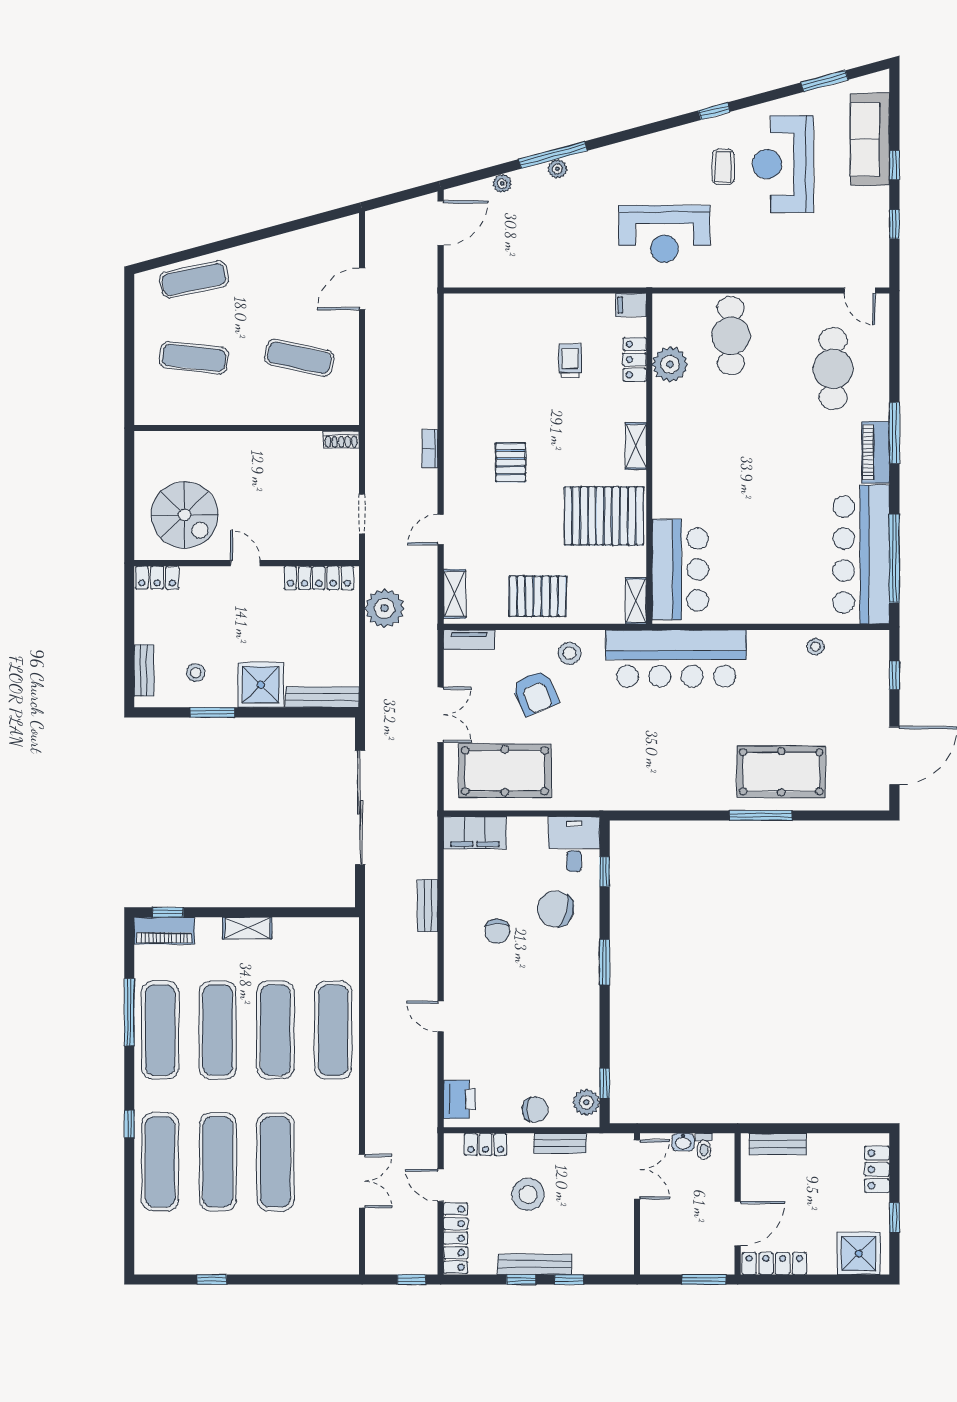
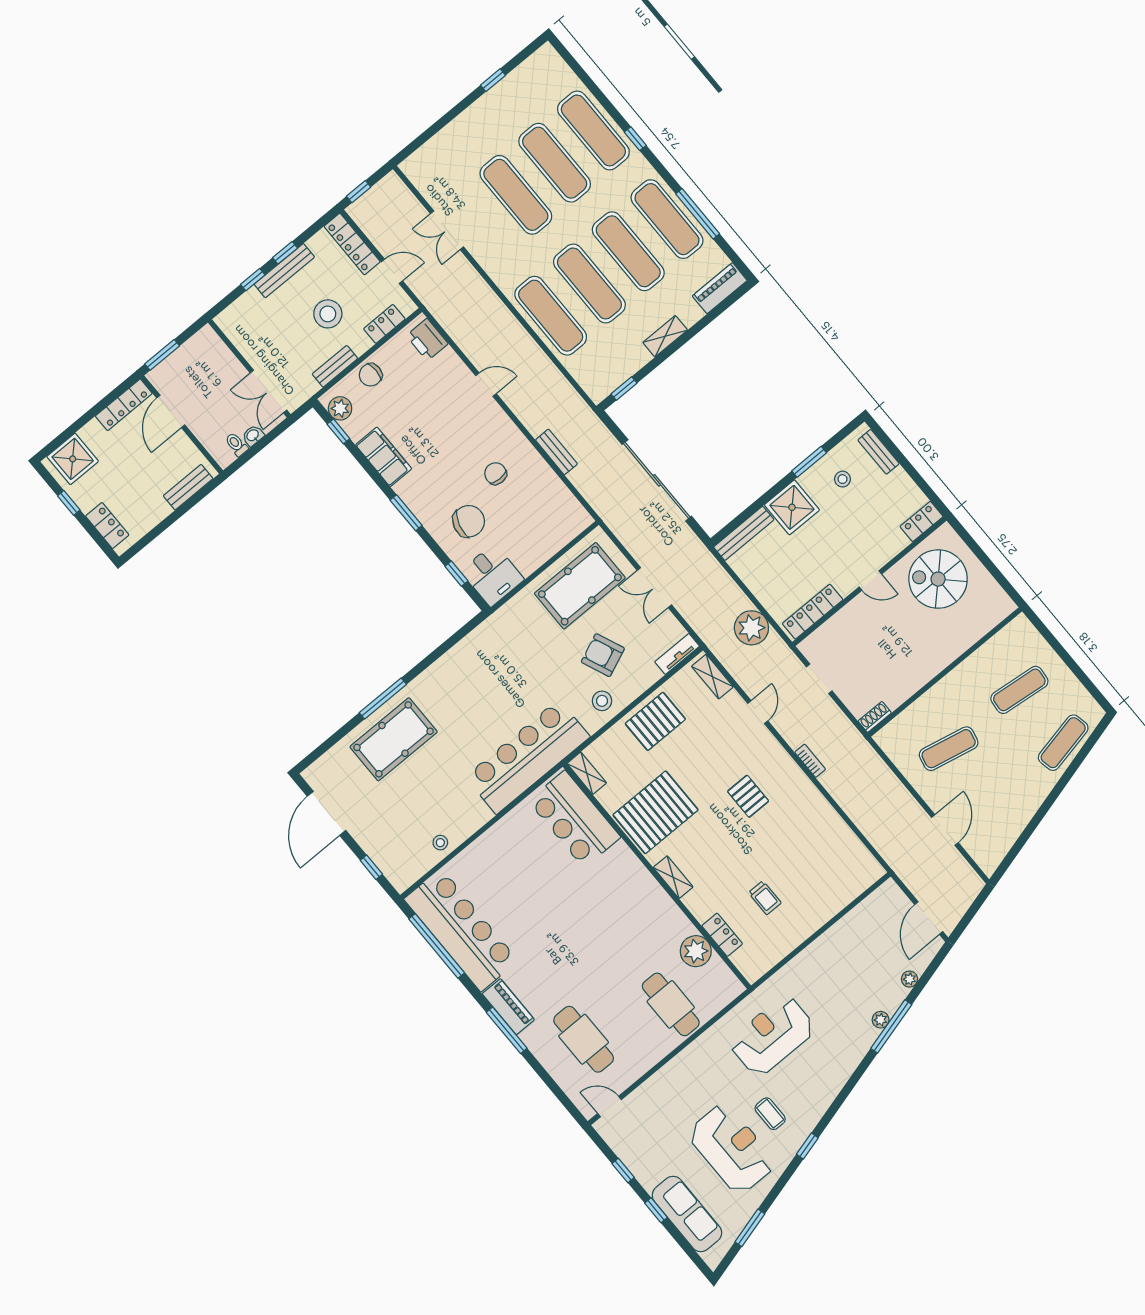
filing cabinet: (631, 305) -> (755, 969), removed
filing cabinet: (475, 833) -> (384, 457), moved, turned 90
window: (168, 912) -> (624, 388), moved

